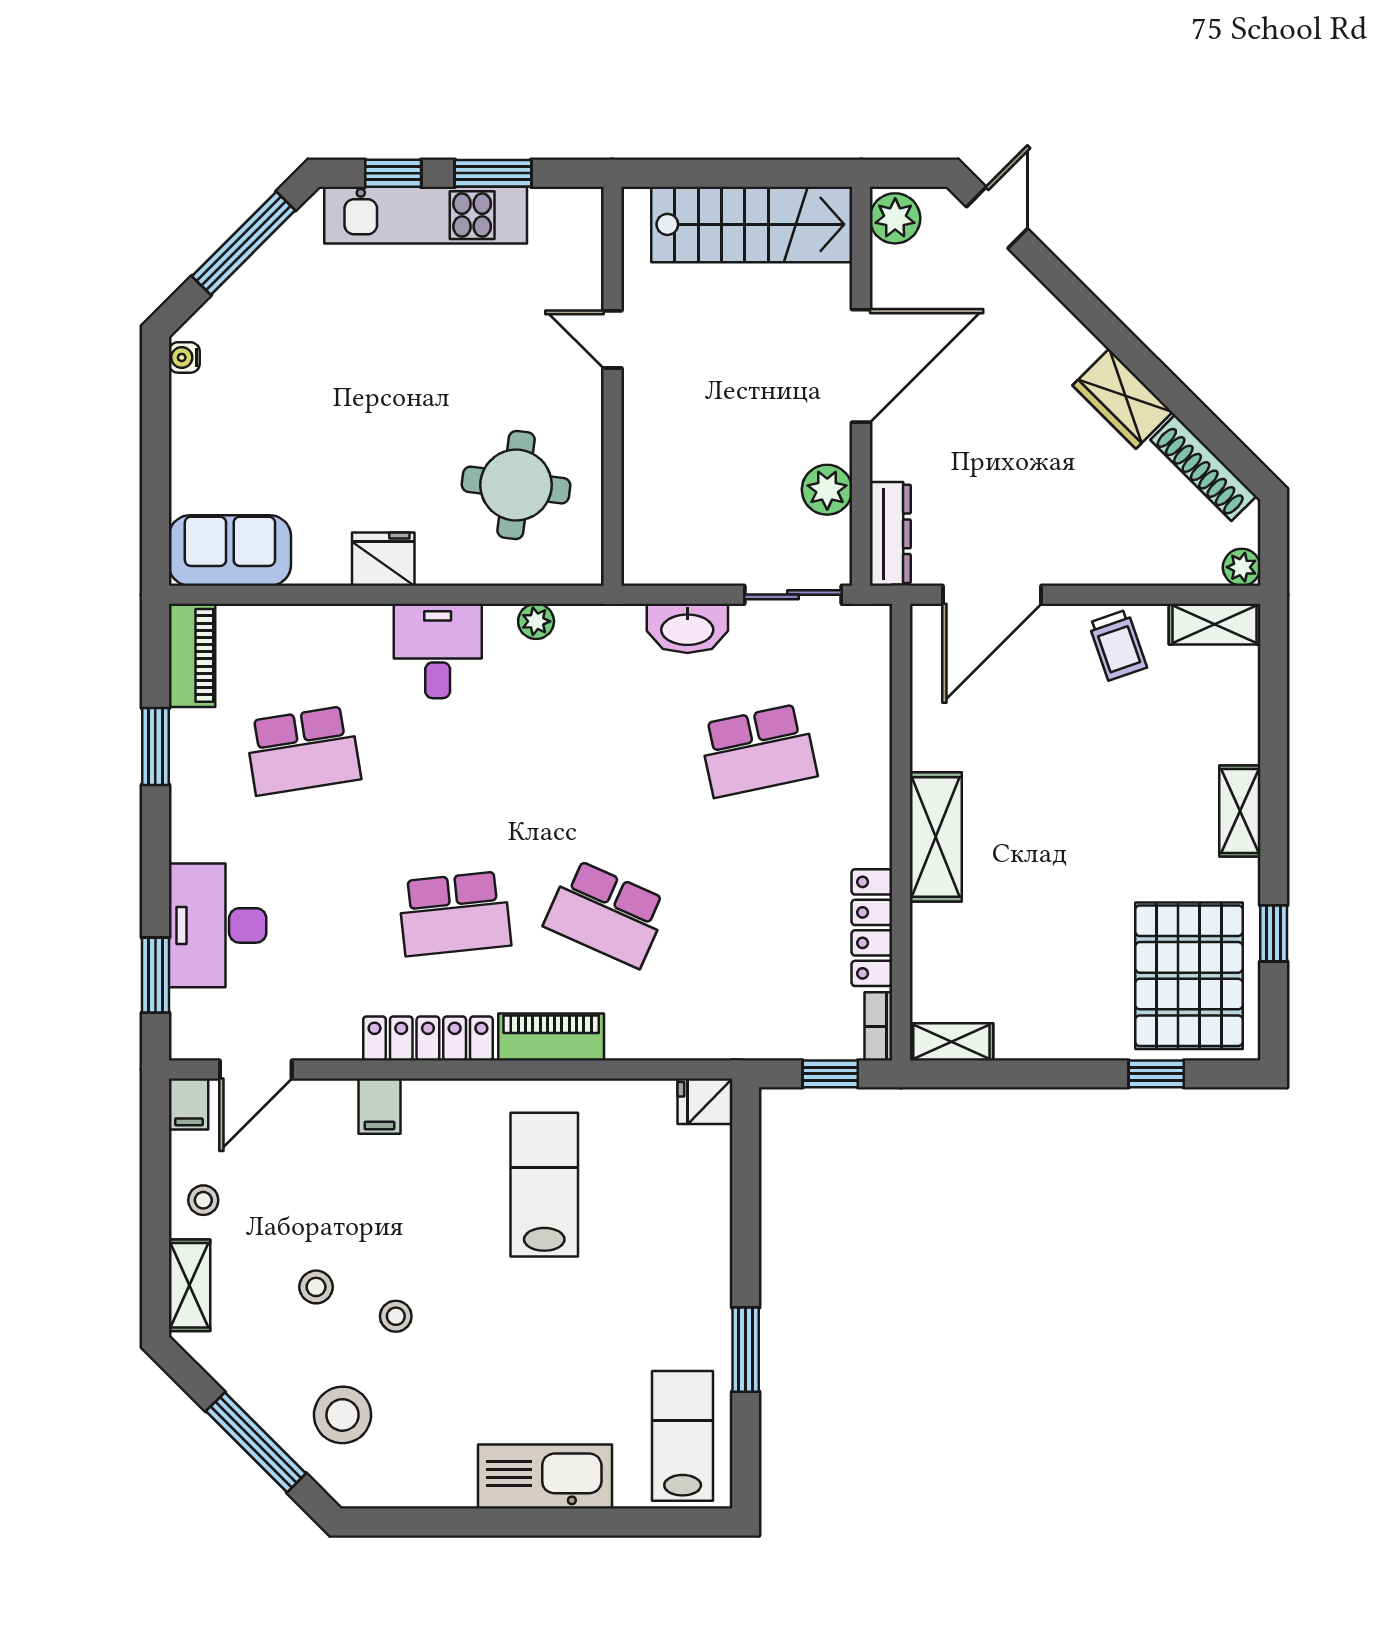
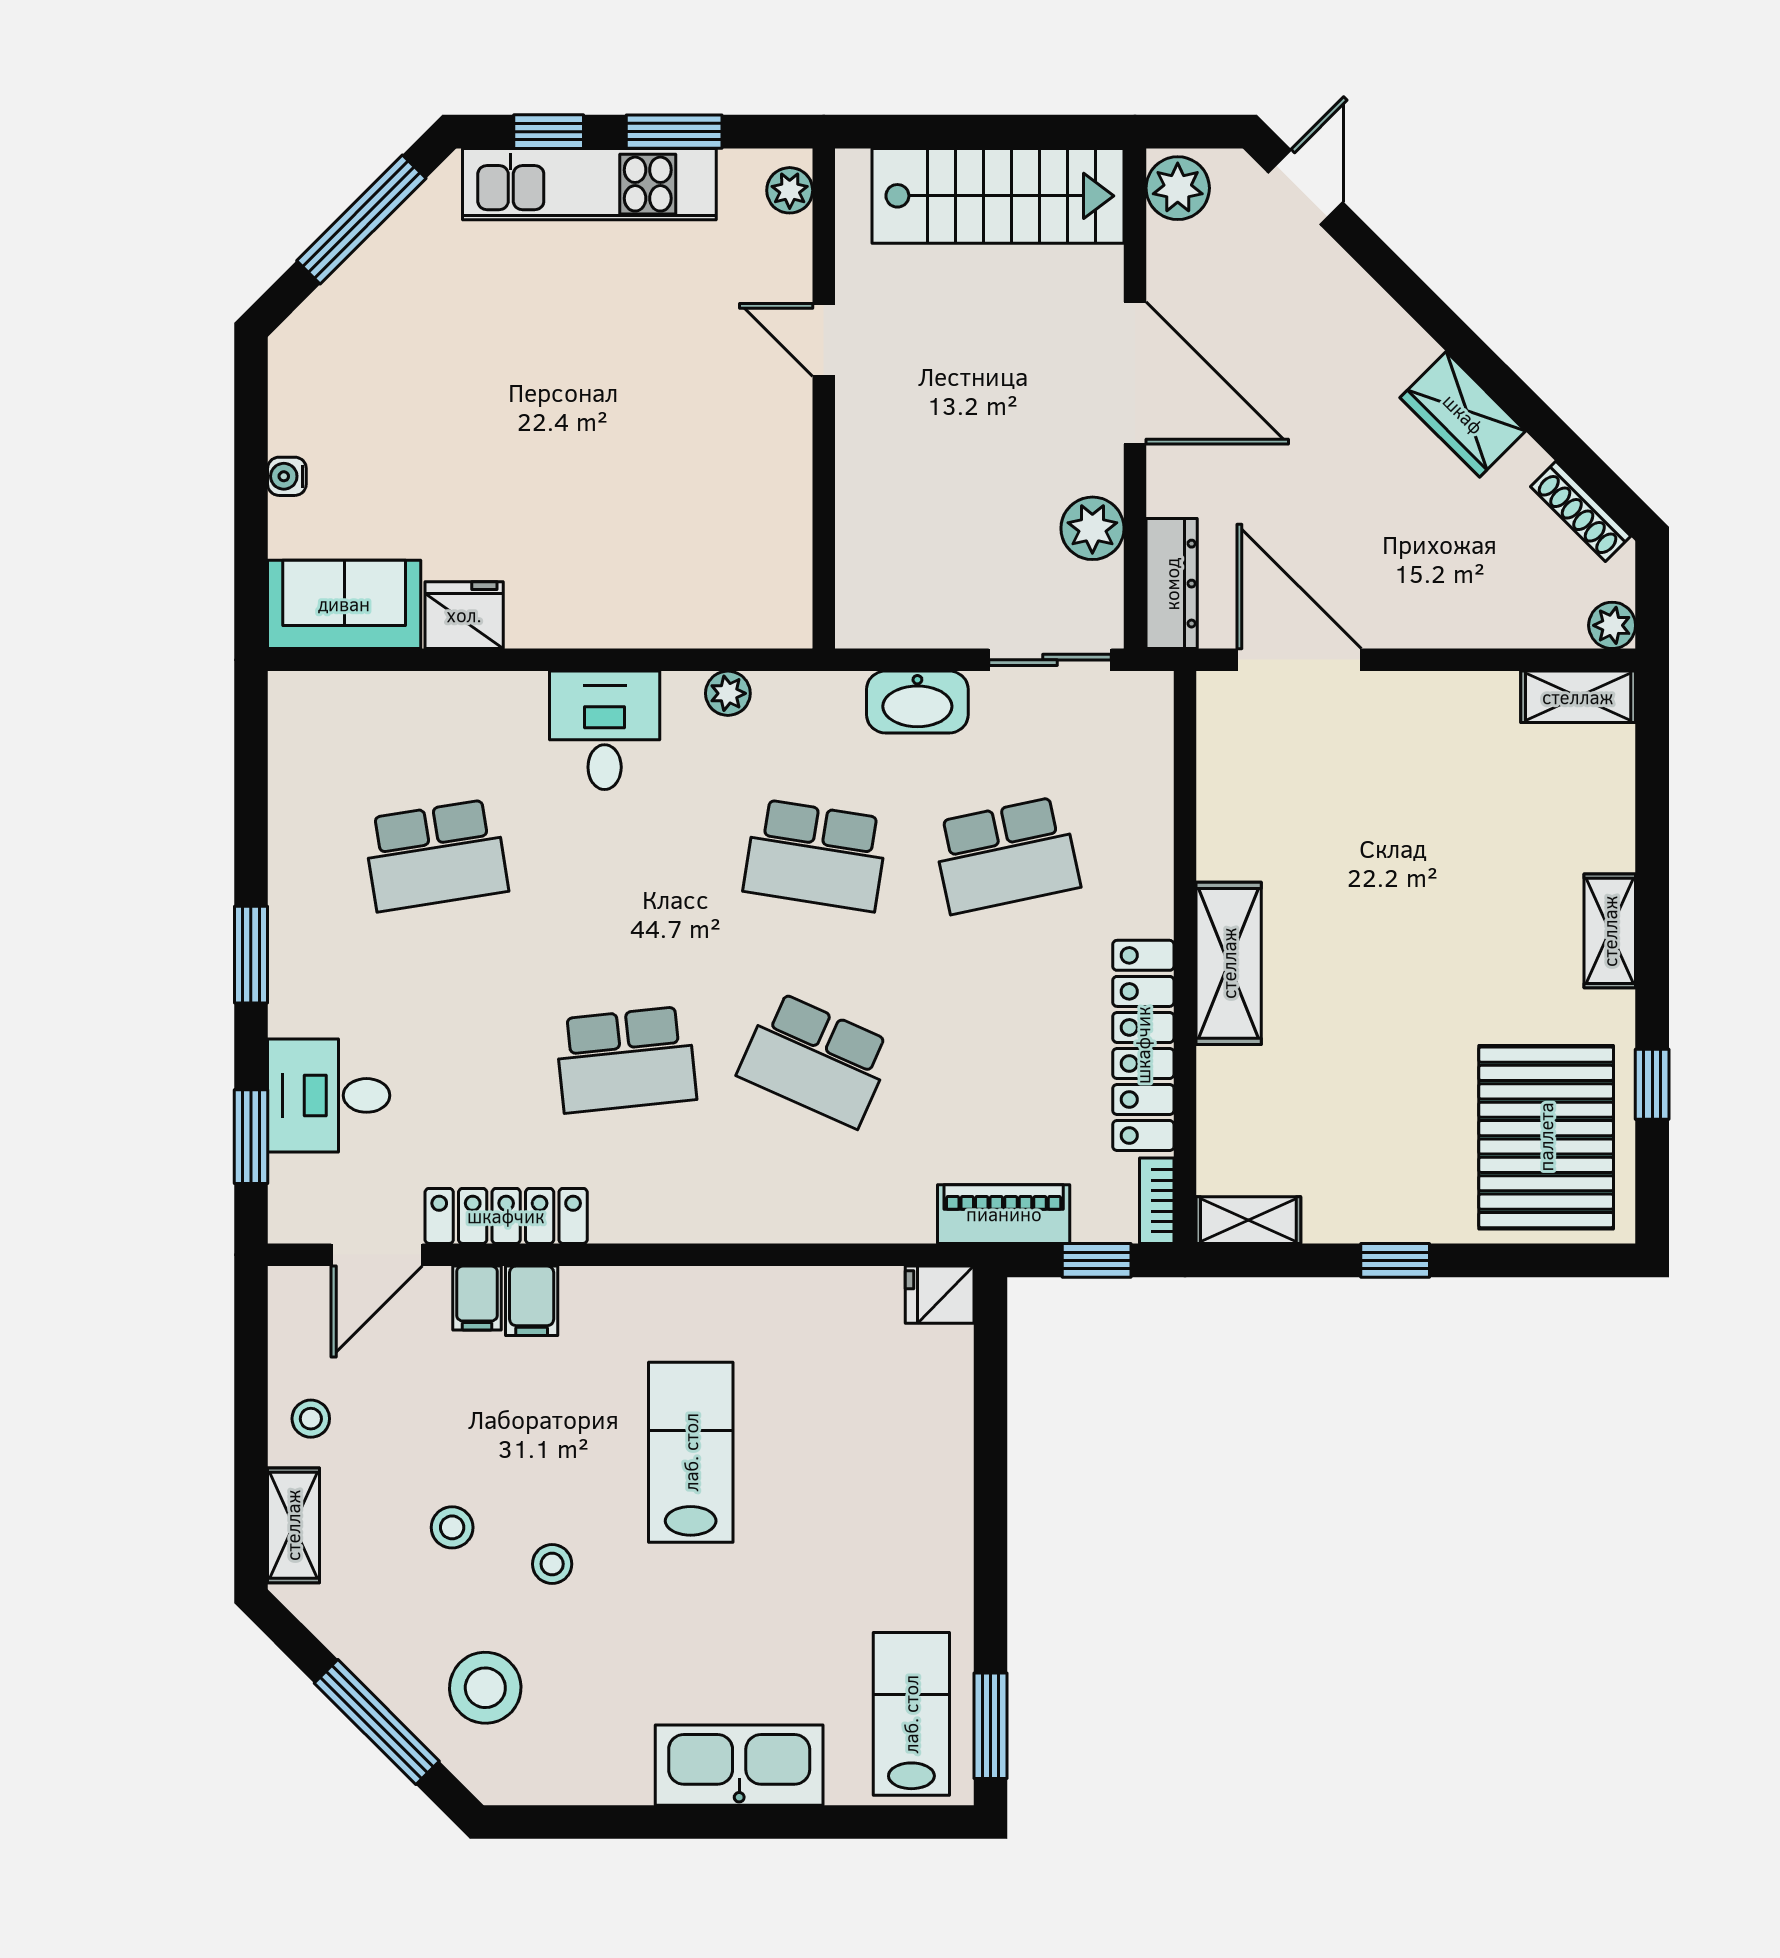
plant: (585, 220) -> (790, 190), added
water cooler: (184, 357) -> (287, 476), moved
door: (861, 366) -> (1135, 373), hinge flipped
shoe rack: (1203, 468) -> (1581, 511), width x0.74, depth x0.81
round table: (516, 485) -> (703, 522), removed
fridge: (383, 559) -> (464, 615), moved
door: (992, 595) -> (1299, 660), swing flipped
trolley: (1118, 645) -> (1457, 723), removed
piano: (192, 655) -> (297, 736), removed
window: (155, 747) -> (251, 955), moved
school desk: (606, 751) -> (816, 855), added
desk: (218, 925) -> (329, 1095), width x0.73
locker: (872, 928) -> (1143, 1045), width x1.41, depth x1.21
piano: (551, 1037) -> (1004, 1214), moved
locker: (428, 1038) -> (506, 1216), moved
window: (1156, 1074) -> (1395, 1260), moved
filing cabinet: (189, 1104) -> (477, 1298), moved
lab bench: (544, 1185) -> (691, 1452), moved
window: (746, 1350) -> (990, 1726), moved

